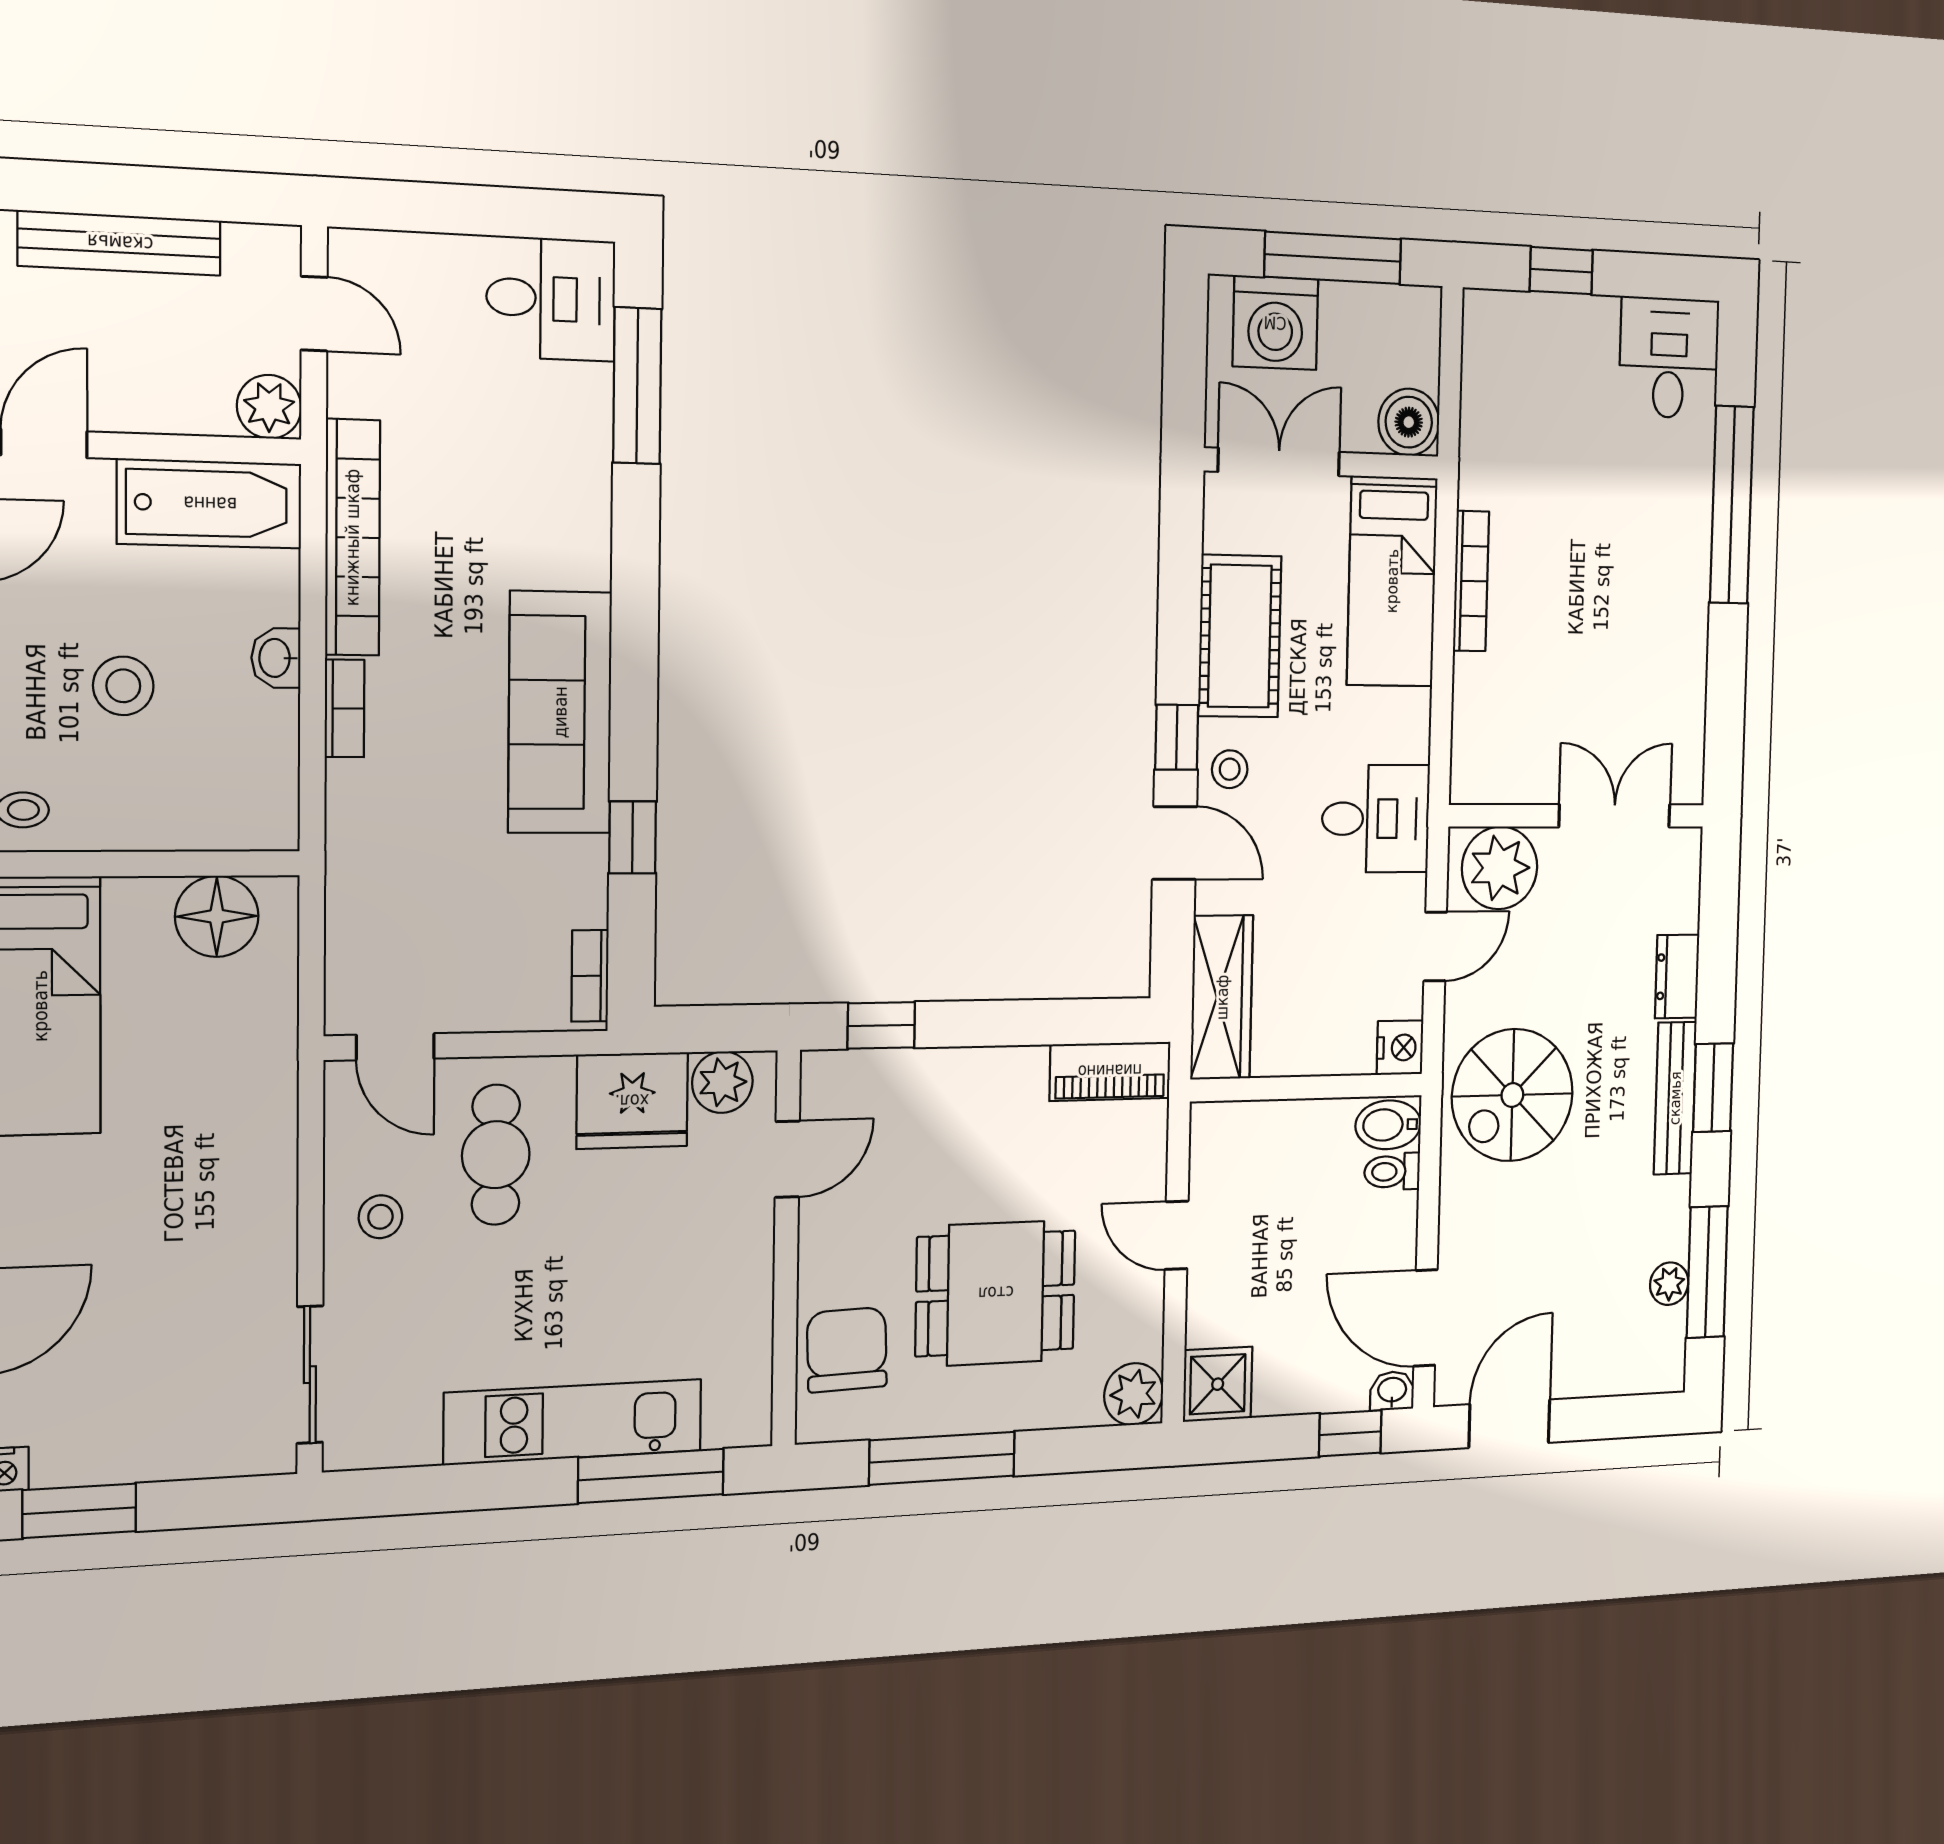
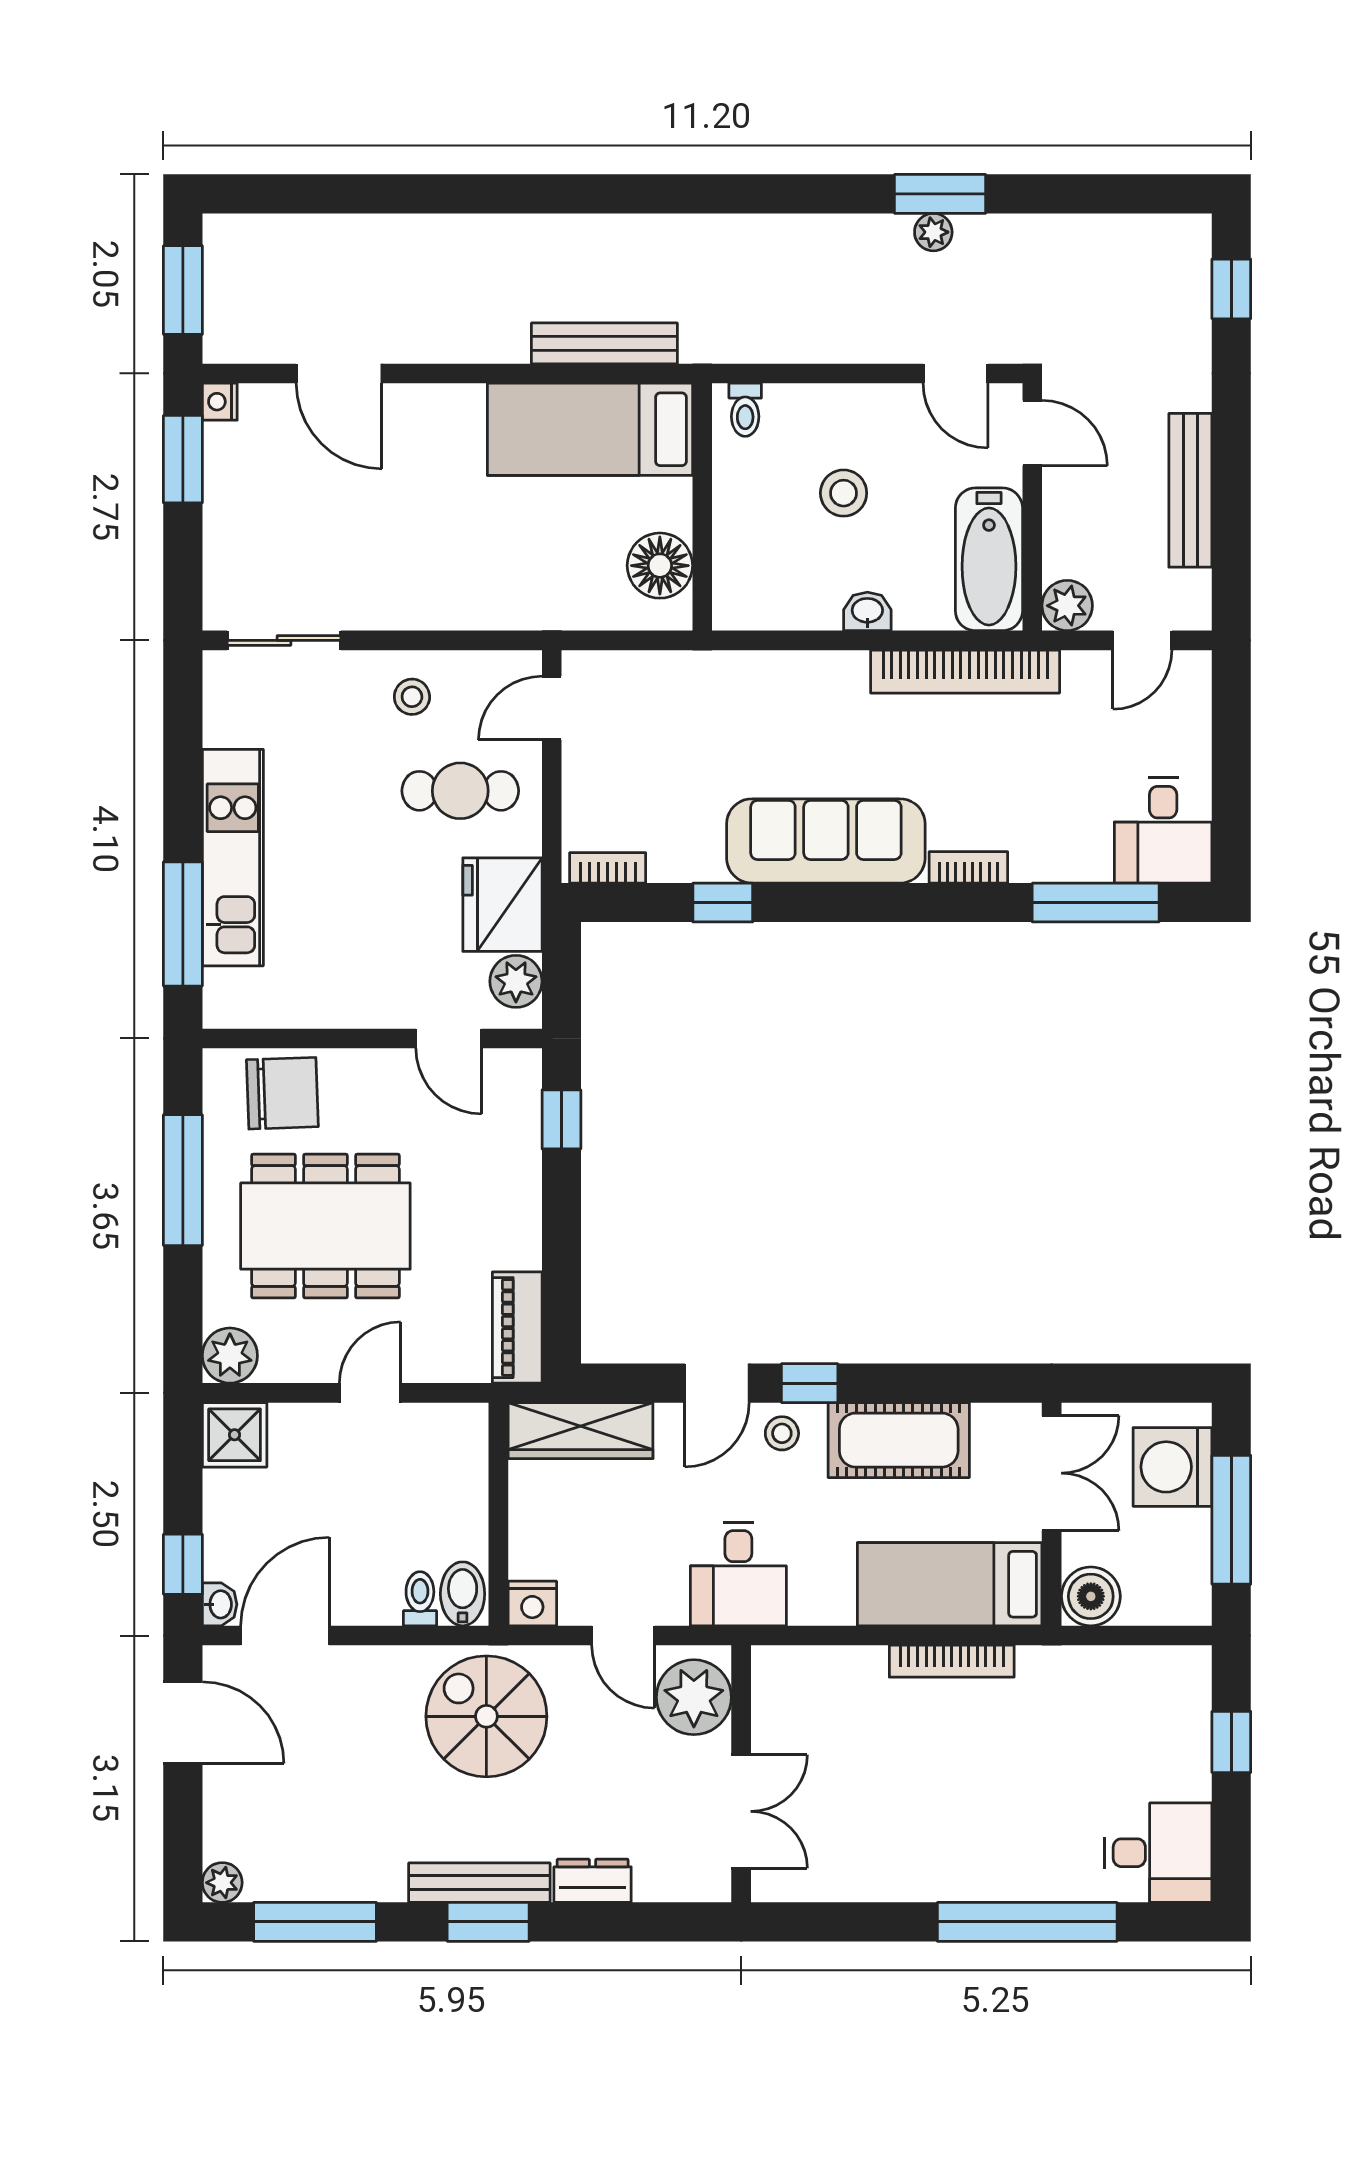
bookcase: (345, 708) -> (968, 867), moved, turned 180
plant: (1669, 1284) -> (222, 1883), moved
dining table: (996, 1293) -> (325, 1226), width x1.37

